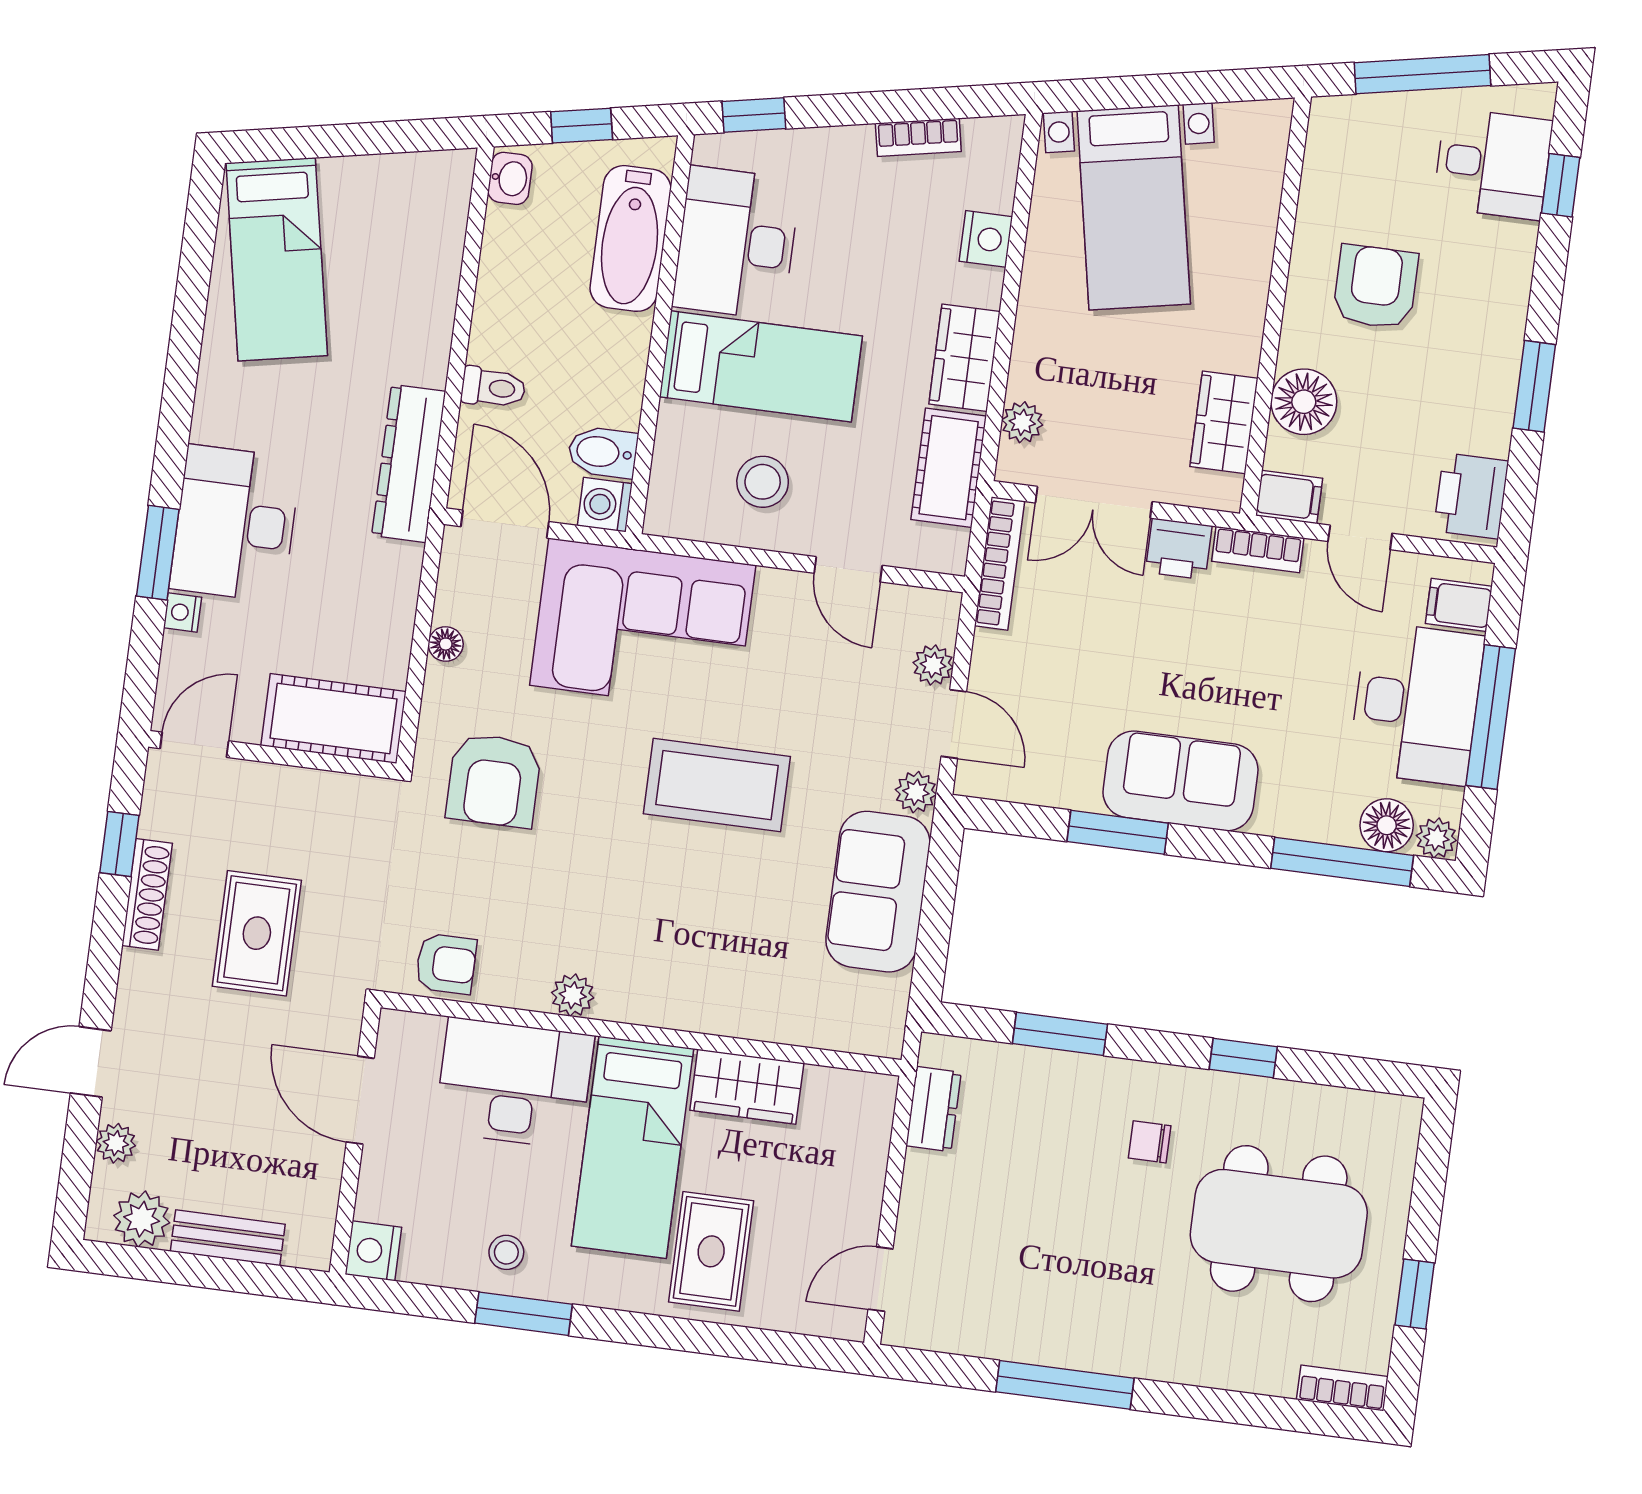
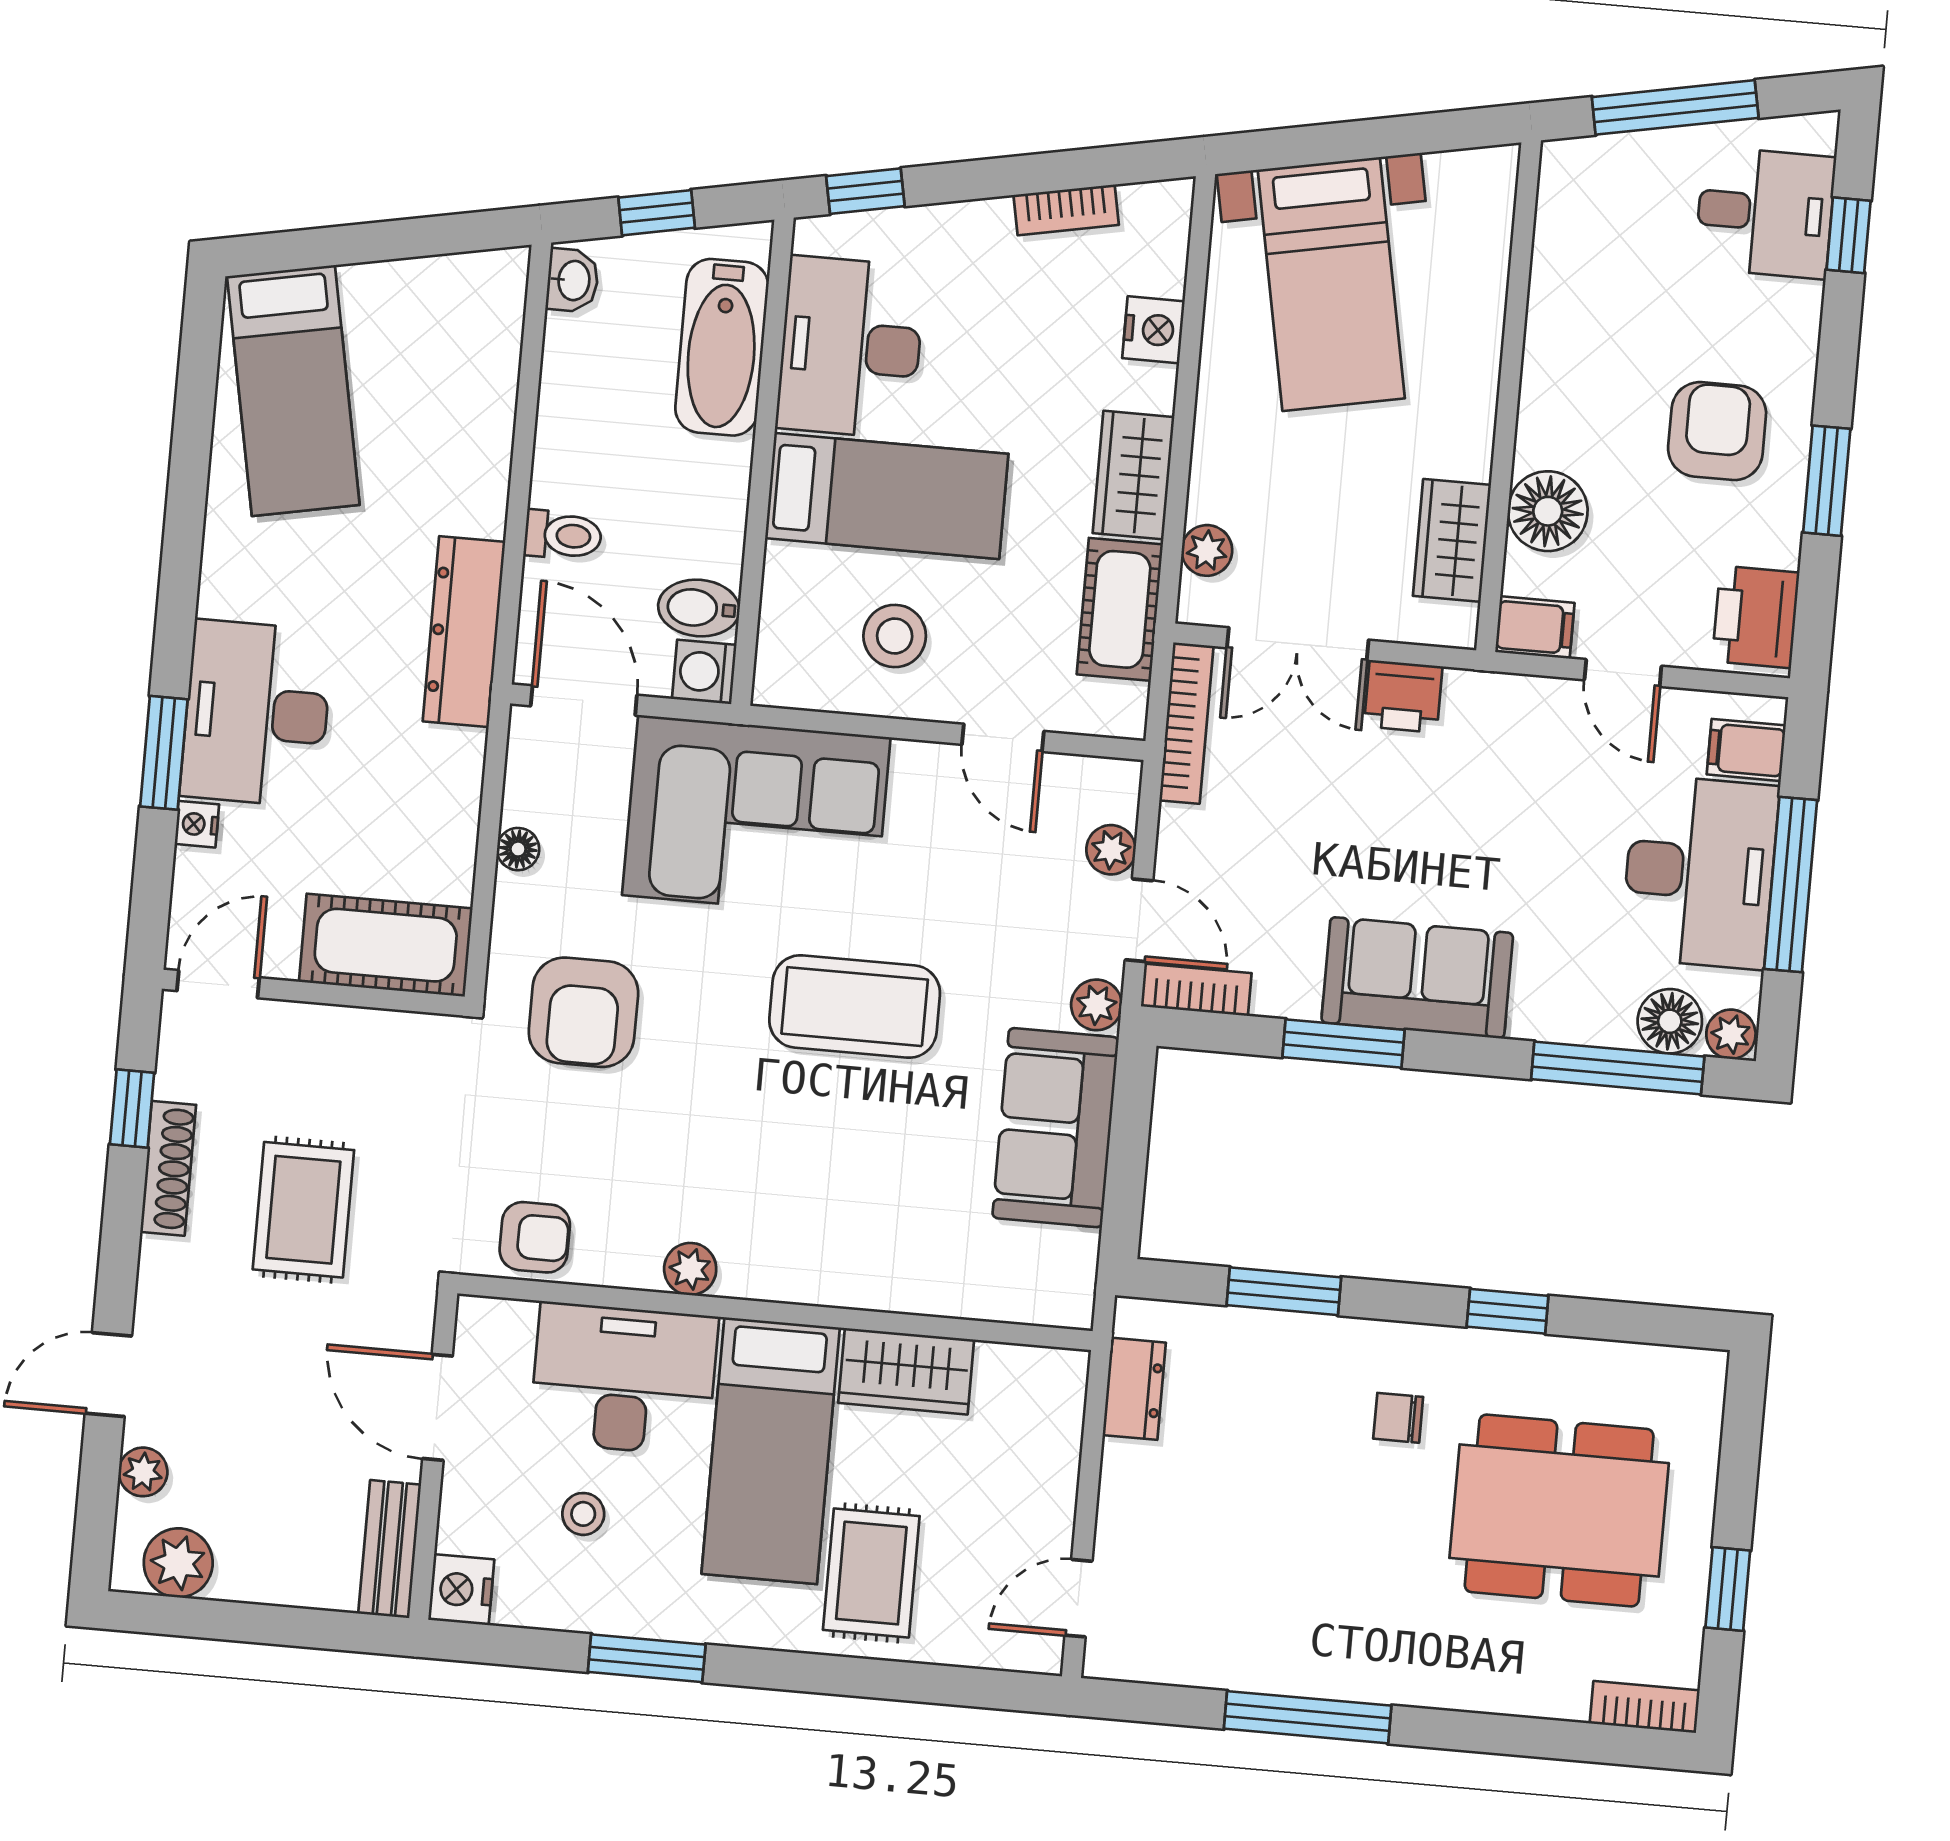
armchair: (1375, 287) -> (1717, 431), moved
bookcase: (1258, 550) -> (1196, 990), moved, turned 180
bench: (228, 1238) -> (390, 1549), moved, turned 90
stool: (506, 1252) -> (583, 1514), moved

